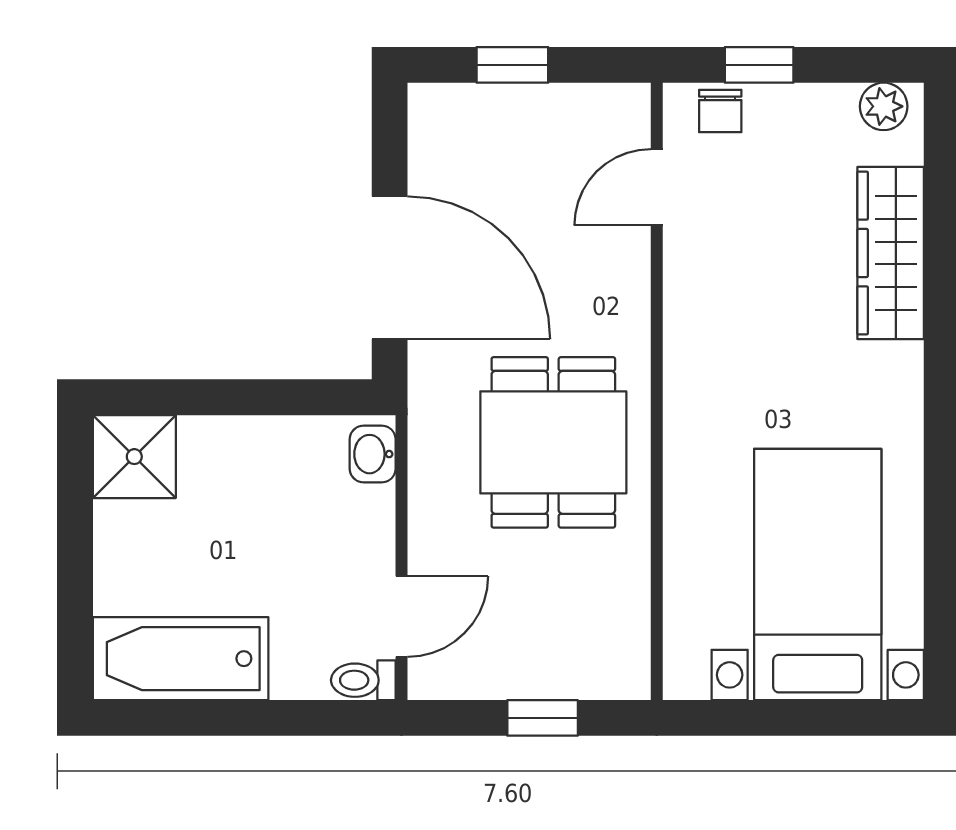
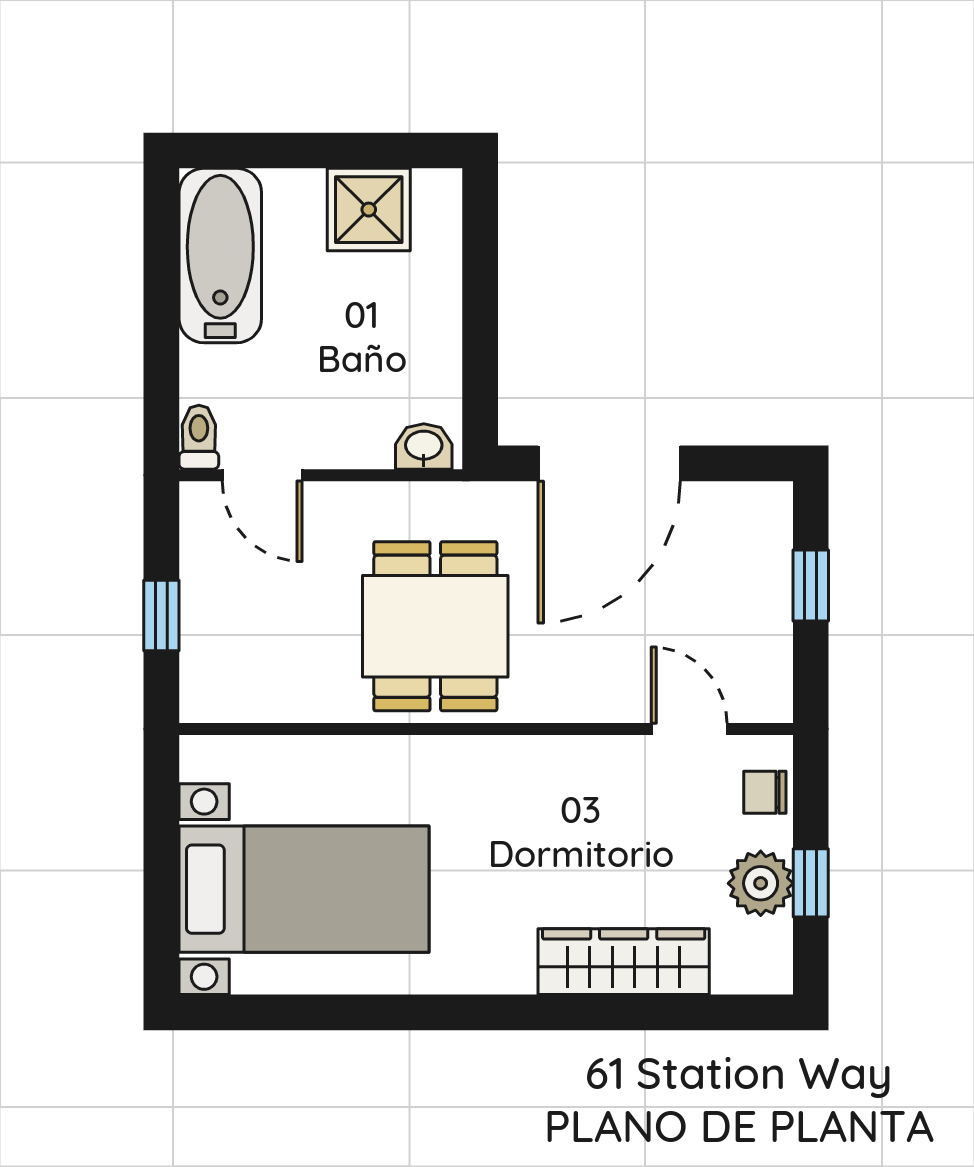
window: (759, 65) -> (811, 883), moved
plant: (884, 106) -> (761, 883), moved, width x1.38, depth x1.38
dining table: (553, 442) -> (435, 626), turned 90
shower: (134, 457) -> (369, 210), moved

